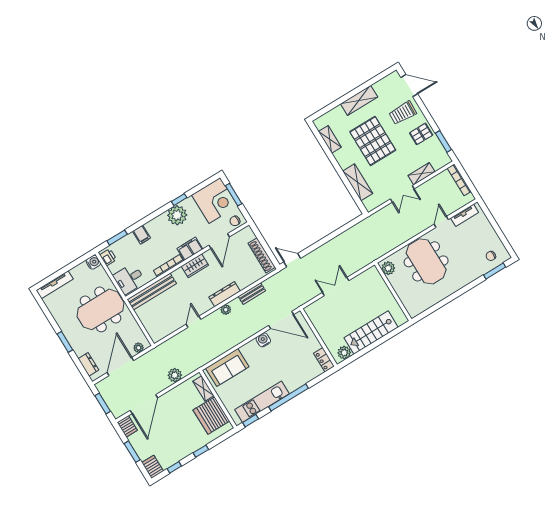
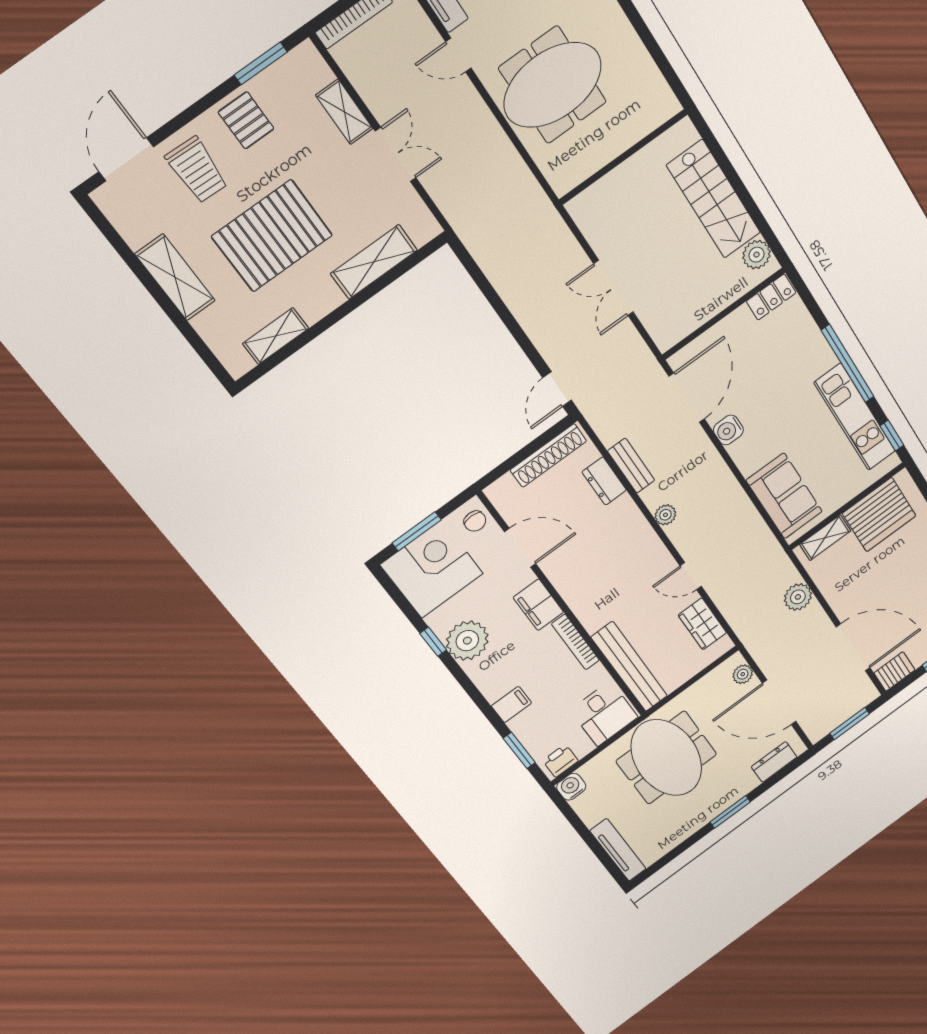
wardrobe: (195, 266) -> (702, 624), moved, turned 180
plant: (388, 268) -> (570, 173), removed
dresser: (225, 294) -> (604, 481), moved, width x0.70

